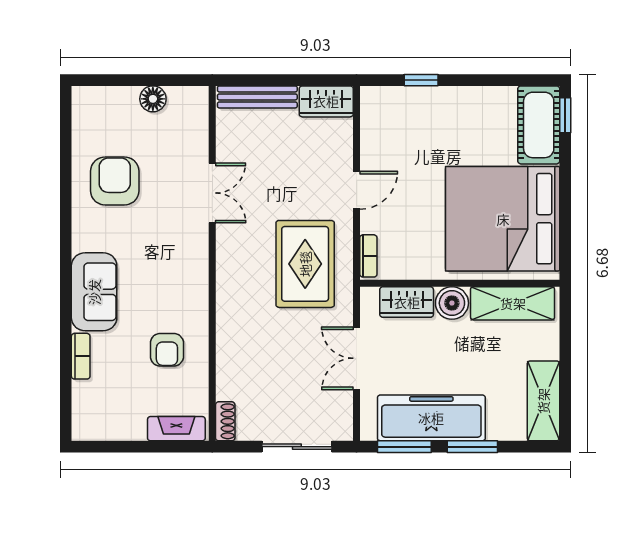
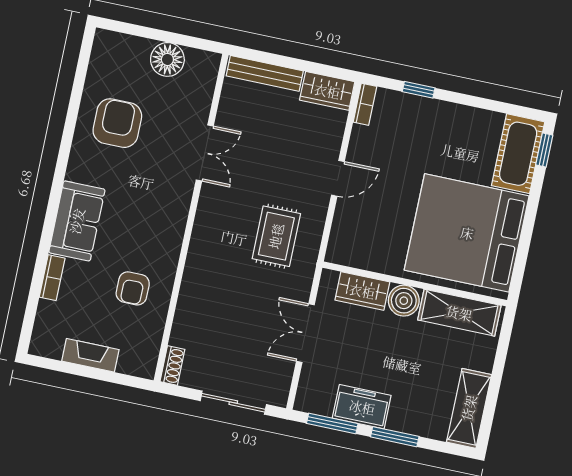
floor lamp: (153, 99) -> (167, 59), width x1.38, depth x1.38
bookcase: (368, 256) -> (365, 104), moved
rug: (305, 264) -> (276, 236), width x0.73, depth x0.70
freezer: (431, 418) -> (362, 407), width x0.52, depth x0.79
fireplace: (176, 429) -> (90, 355), moved

